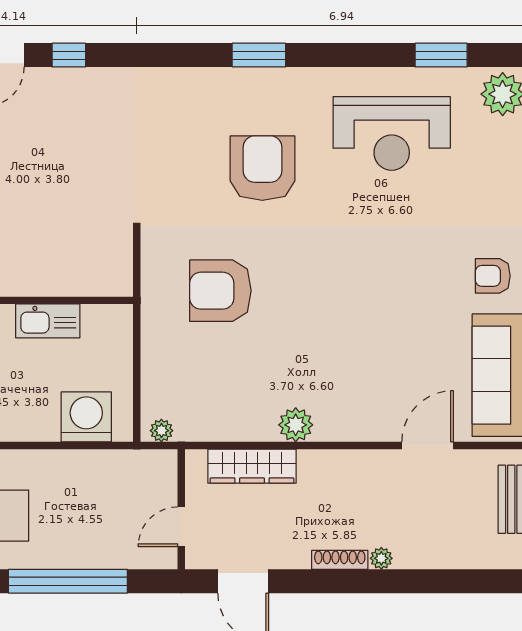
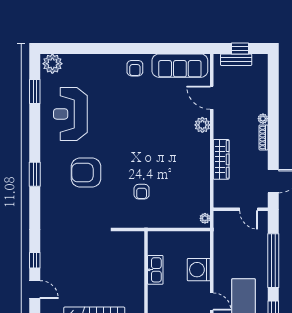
reception desk: (392, 133) -> (70, 114), turned 180
armchair: (220, 291) -> (142, 192), width x0.53, depth x0.53
washing machine: (86, 417) -> (199, 270), moved
plant: (296, 425) -> (202, 125), moved
wardrobe: (252, 466) -> (221, 159), moved

